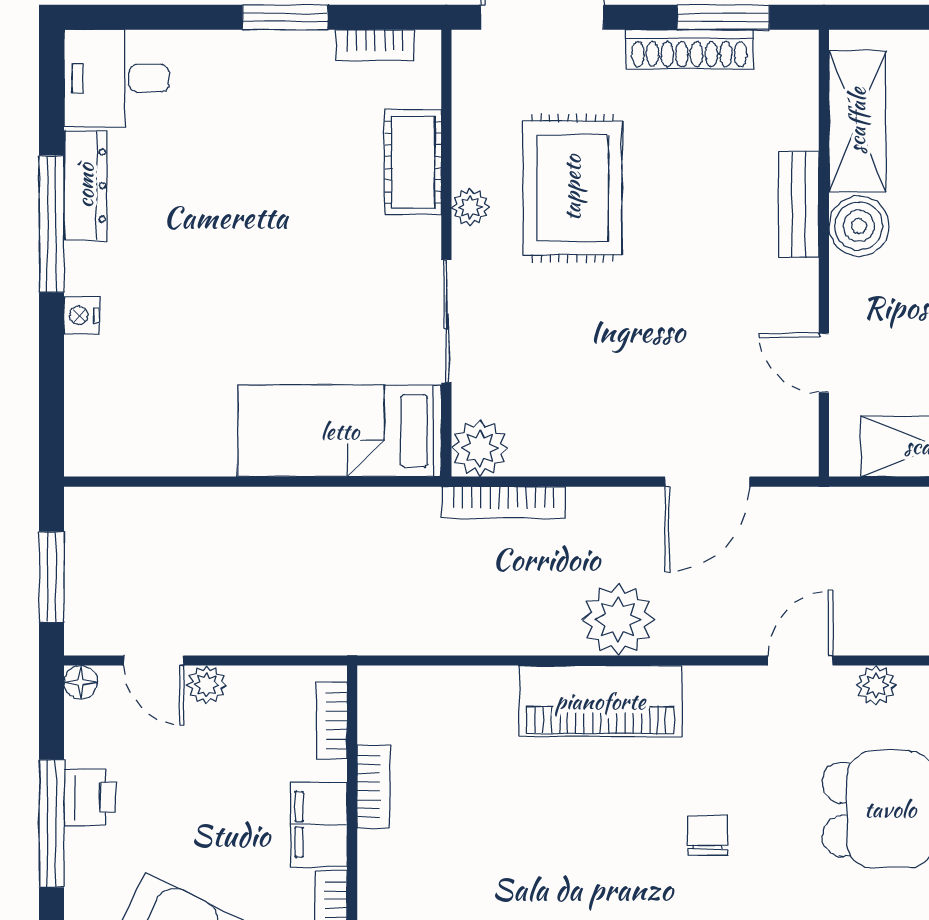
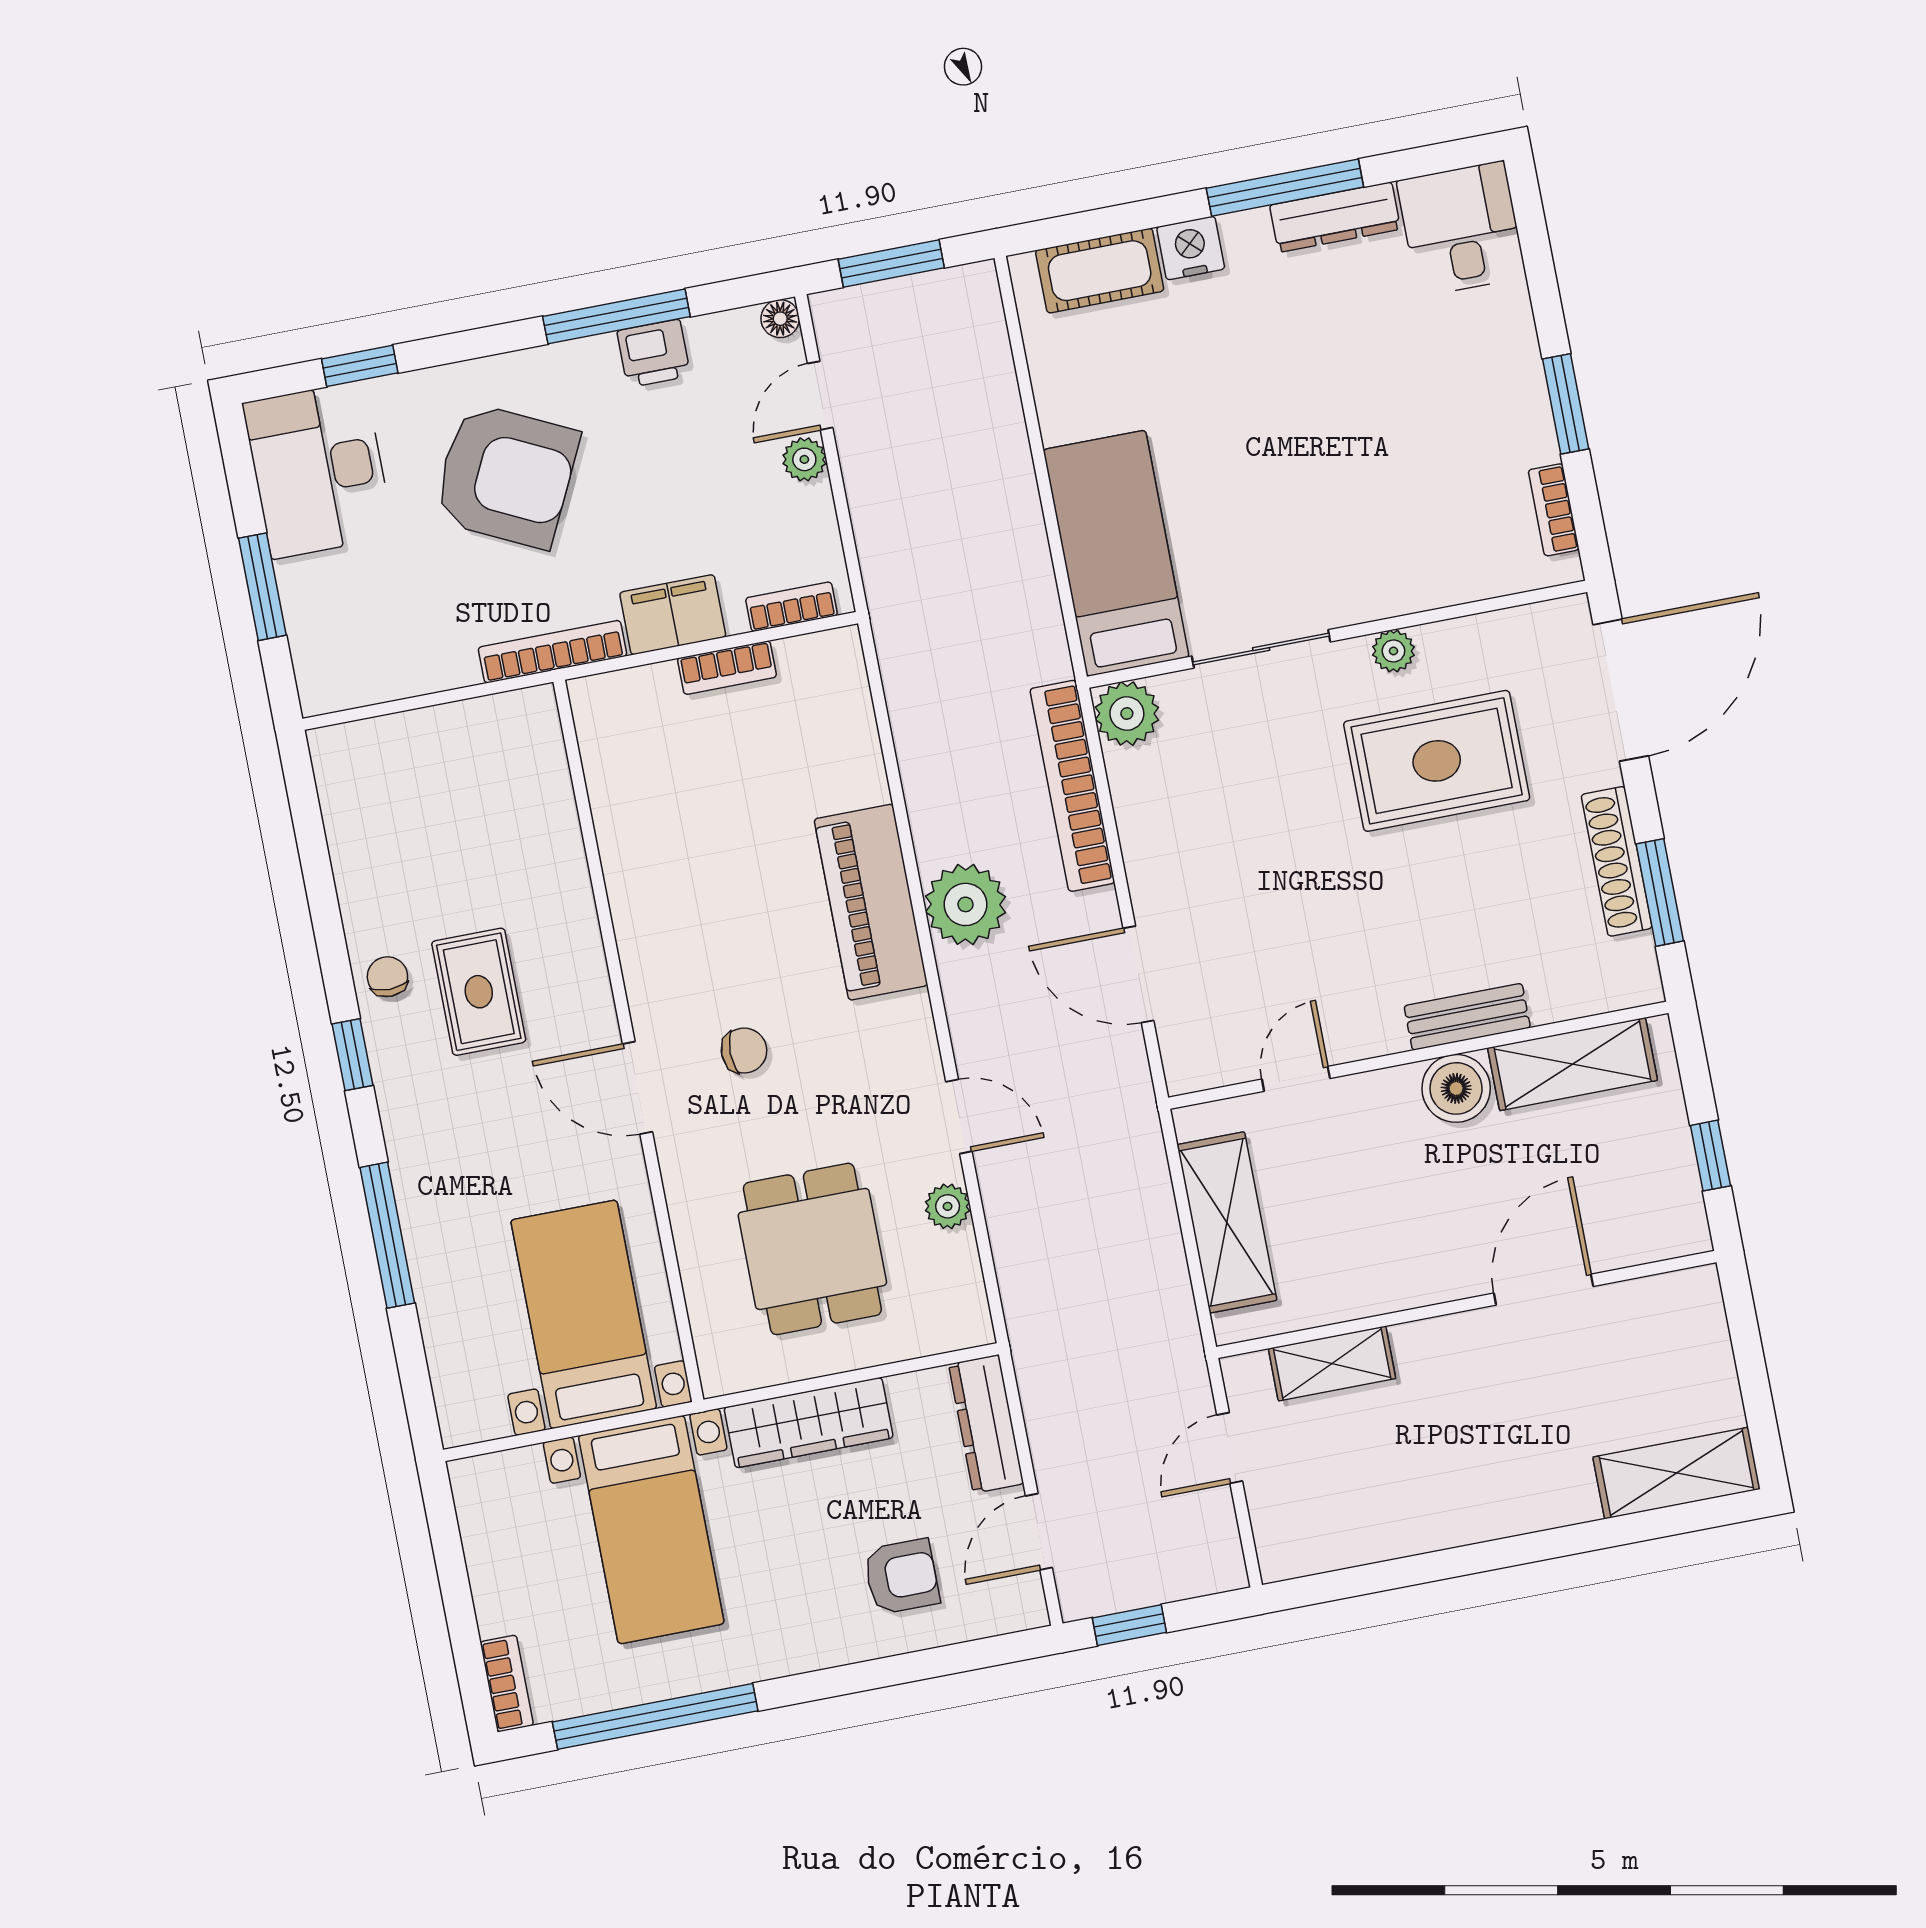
cot: (413, 162) -> (1100, 271), moved
nightstand: (82, 316) -> (1191, 248), width x1.39, depth x1.35
bookcase: (504, 502) -> (1072, 786), width x1.48, depth x1.31

